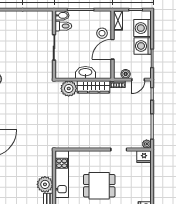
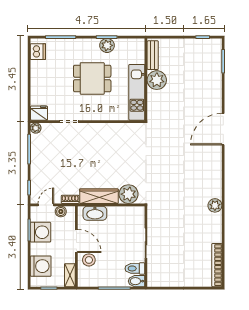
washing machine: (143, 46) -> (40, 232), moved
door: (112, 49) -> (76, 241), hinge flipped
washbasin: (85, 72) -> (95, 213), moved

